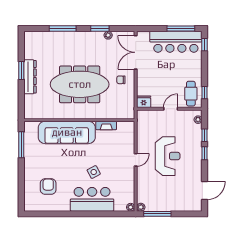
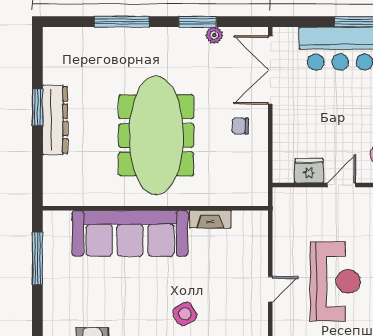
meeting table: (80, 84) -> (156, 135), turned 90
fridge: (144, 102) -> (309, 171), moved

